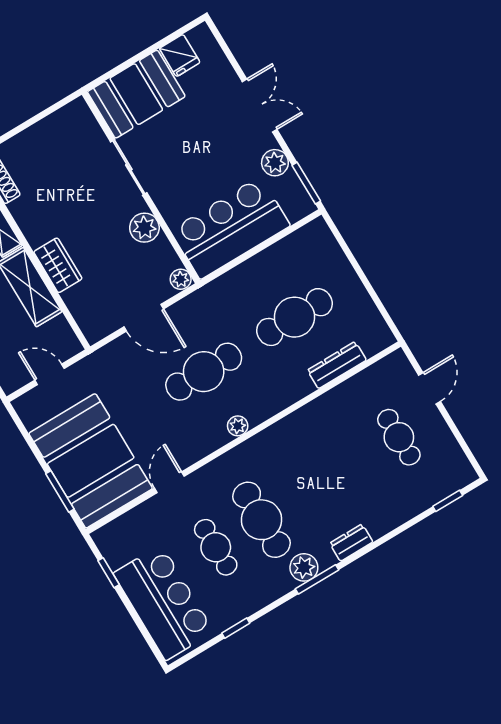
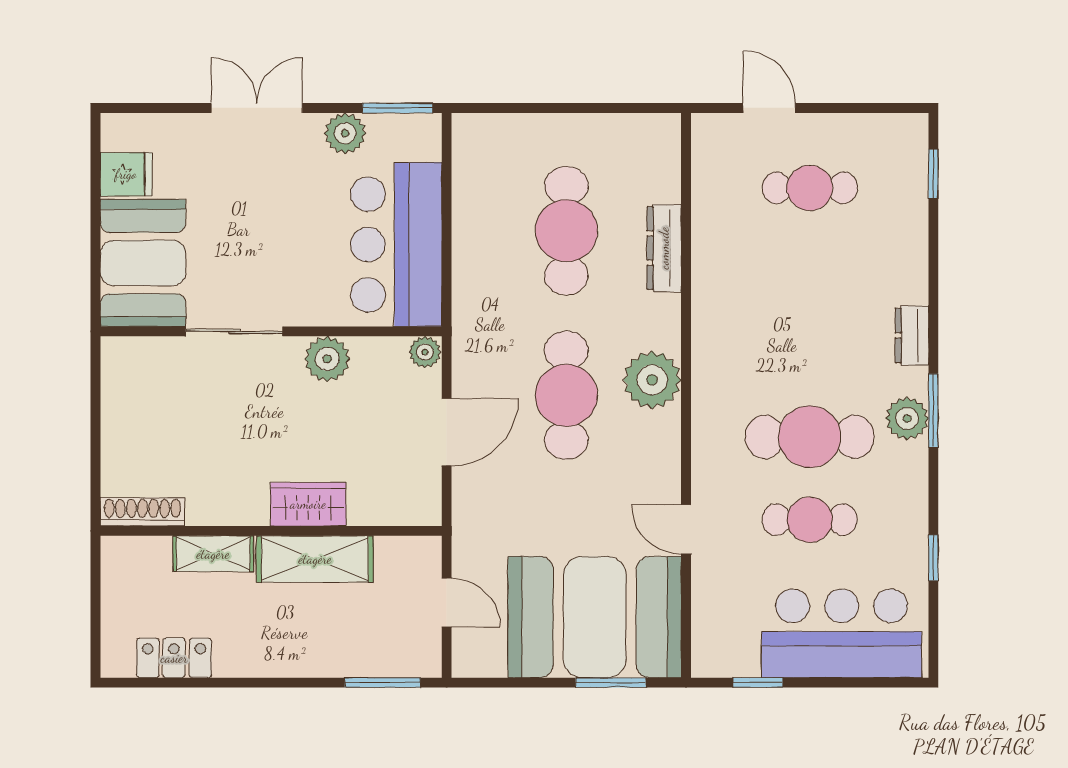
dresser: (337, 365) -> (664, 248), moved
door: (50, 374) -> (447, 602), swing flipped
plant: (238, 426) -> (652, 380), width x1.88, depth x1.88

